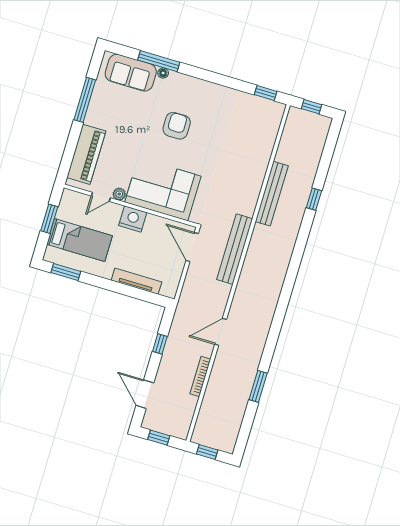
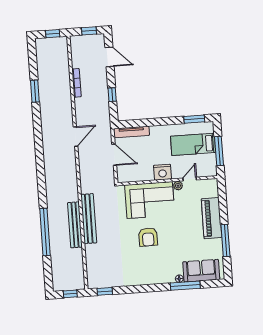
armchair: (177, 126) -> (148, 237), moved
piano: (86, 154) -> (211, 218), moved
window: (314, 199) -> (45, 232), width x3.17
window: (49, 219) -> (219, 151), width x1.44
door: (192, 247) -> (114, 155), moved
bench: (235, 249) -> (89, 219), moved
tv unit: (136, 281) -> (131, 132), moved
door: (221, 332) -> (75, 137), moved

